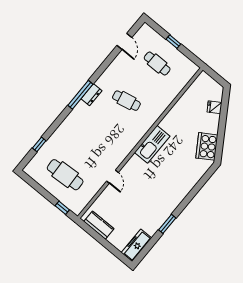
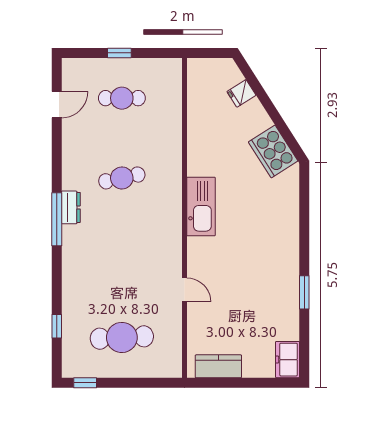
door: (124, 41) -> (57, 105), hinge flipped
window: (62, 208) -> (85, 383), moved
freezer: (136, 245) -> (288, 360), width x0.71

